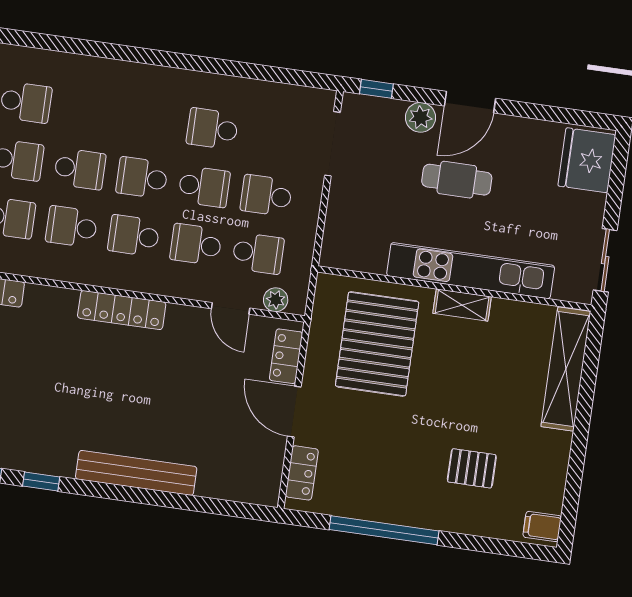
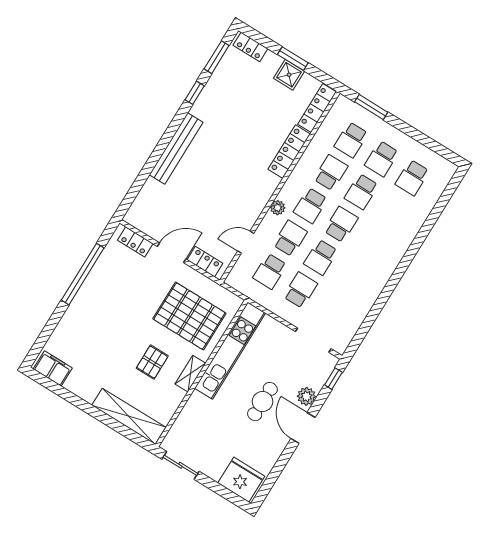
school desk: (212, 129) -> (351, 276), removed
school desk: (134, 236) -> (310, 206), turned 180
kitchen unit: (471, 271) -> (230, 351), moved
plant: (276, 300) -> (278, 208), moved
locker: (122, 310) -> (289, 152), moved
pallet: (472, 468) -> (152, 362), moved
filing cabinet: (542, 526) -> (53, 368), width x2.00

